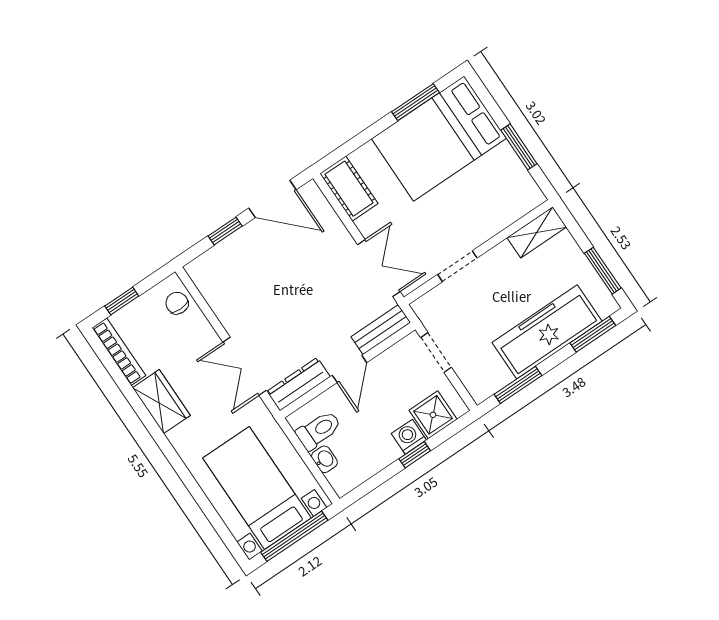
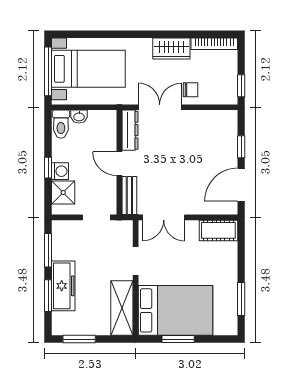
bed: (439, 139) -> (175, 310), moved, turned 90
shelving: (537, 232) -> (122, 308), width x1.50, depth x1.33
window: (122, 301) -> (241, 86), moved
chair: (177, 303) -> (191, 90), moved
freezer: (547, 332) -> (63, 286), width x0.73, depth x0.79
window: (593, 334) -> (48, 296), moved
toilet: (319, 430) -> (61, 124), moved

